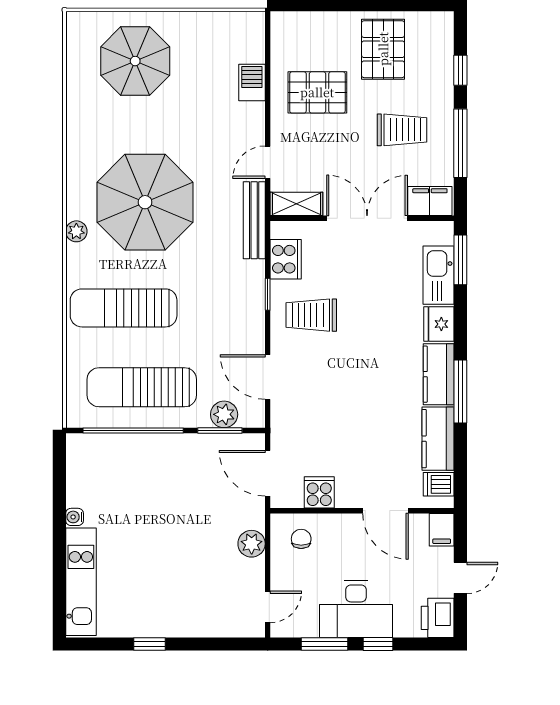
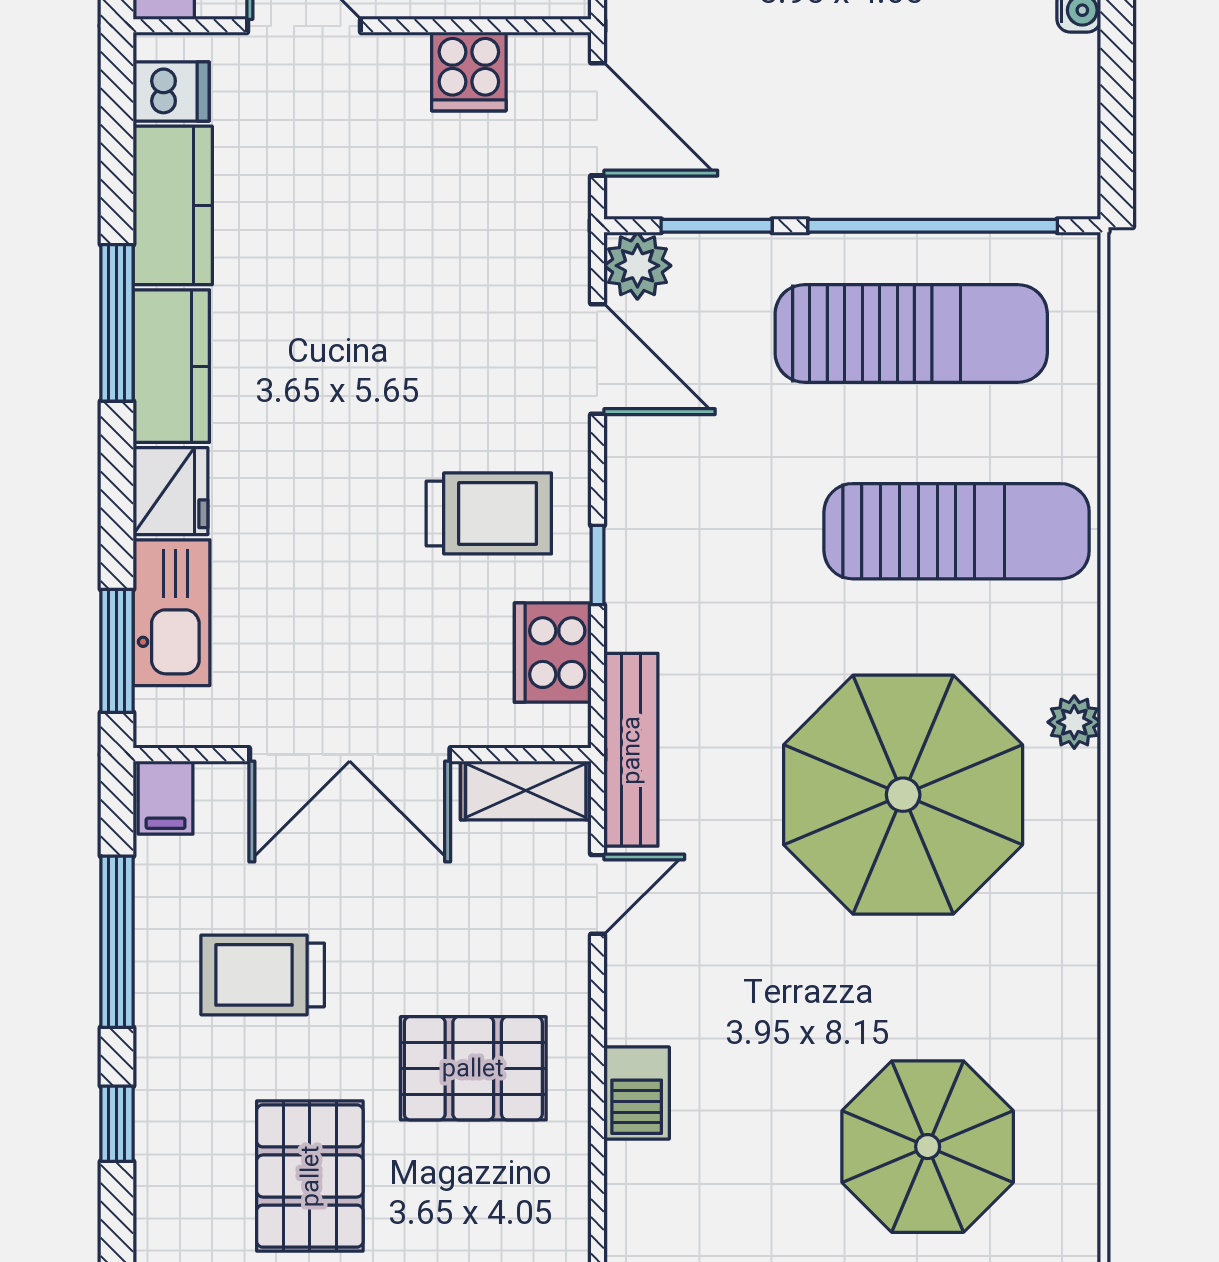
filing cabinet: (430, 201) -> (166, 798), width x0.50
plant: (224, 414) -> (637, 266), moved

